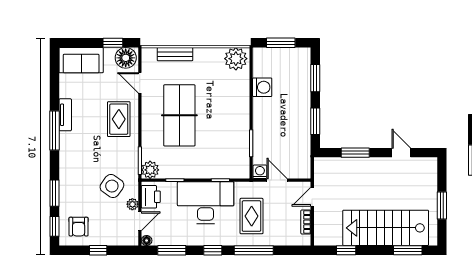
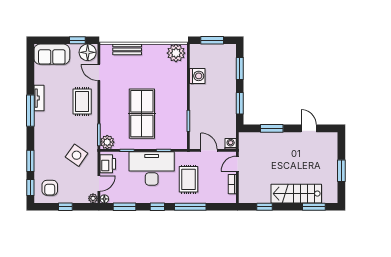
table tennis table: (179, 115) -> (142, 114), moved
washing machine: (260, 172) -> (231, 144), moved
plant: (132, 204) -> (93, 198), moved
stairs: (386, 228) -> (296, 194), width x0.73, depth x0.66

